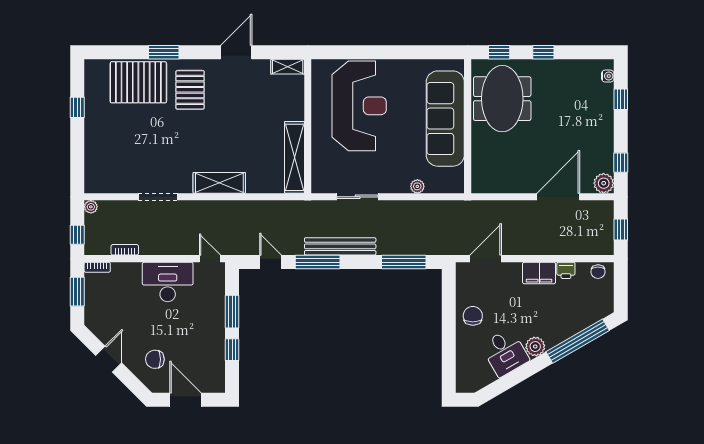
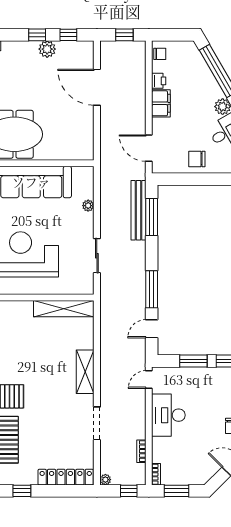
window: (621, 99) -> (37, 35), moved
locker: (94, 160) -> (66, 477), added
plant: (604, 183) -> (47, 49), moved
bench: (340, 246) -> (139, 210), moved

